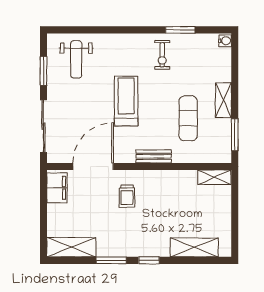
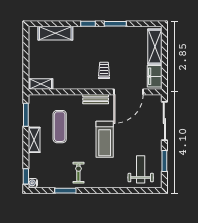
window: (235, 50) -> (26, 176), added
bench: (154, 156) -> (96, 99), moved
shelving: (71, 247) -> (155, 47), moved, turned 90

